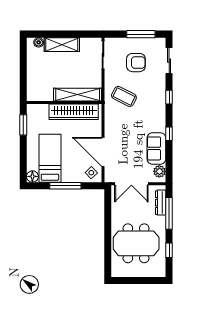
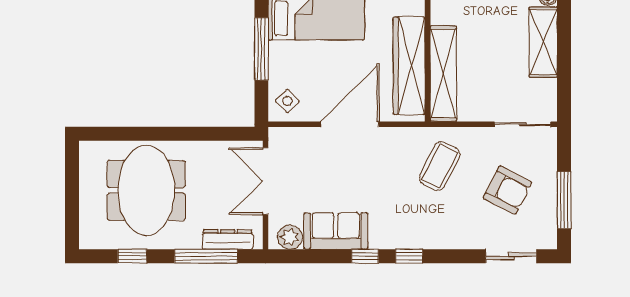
armchair: (136, 63) -> (507, 190), turned -63
window: (169, 97) -> (409, 256), moved
door: (103, 152) -> (350, 124), moved

